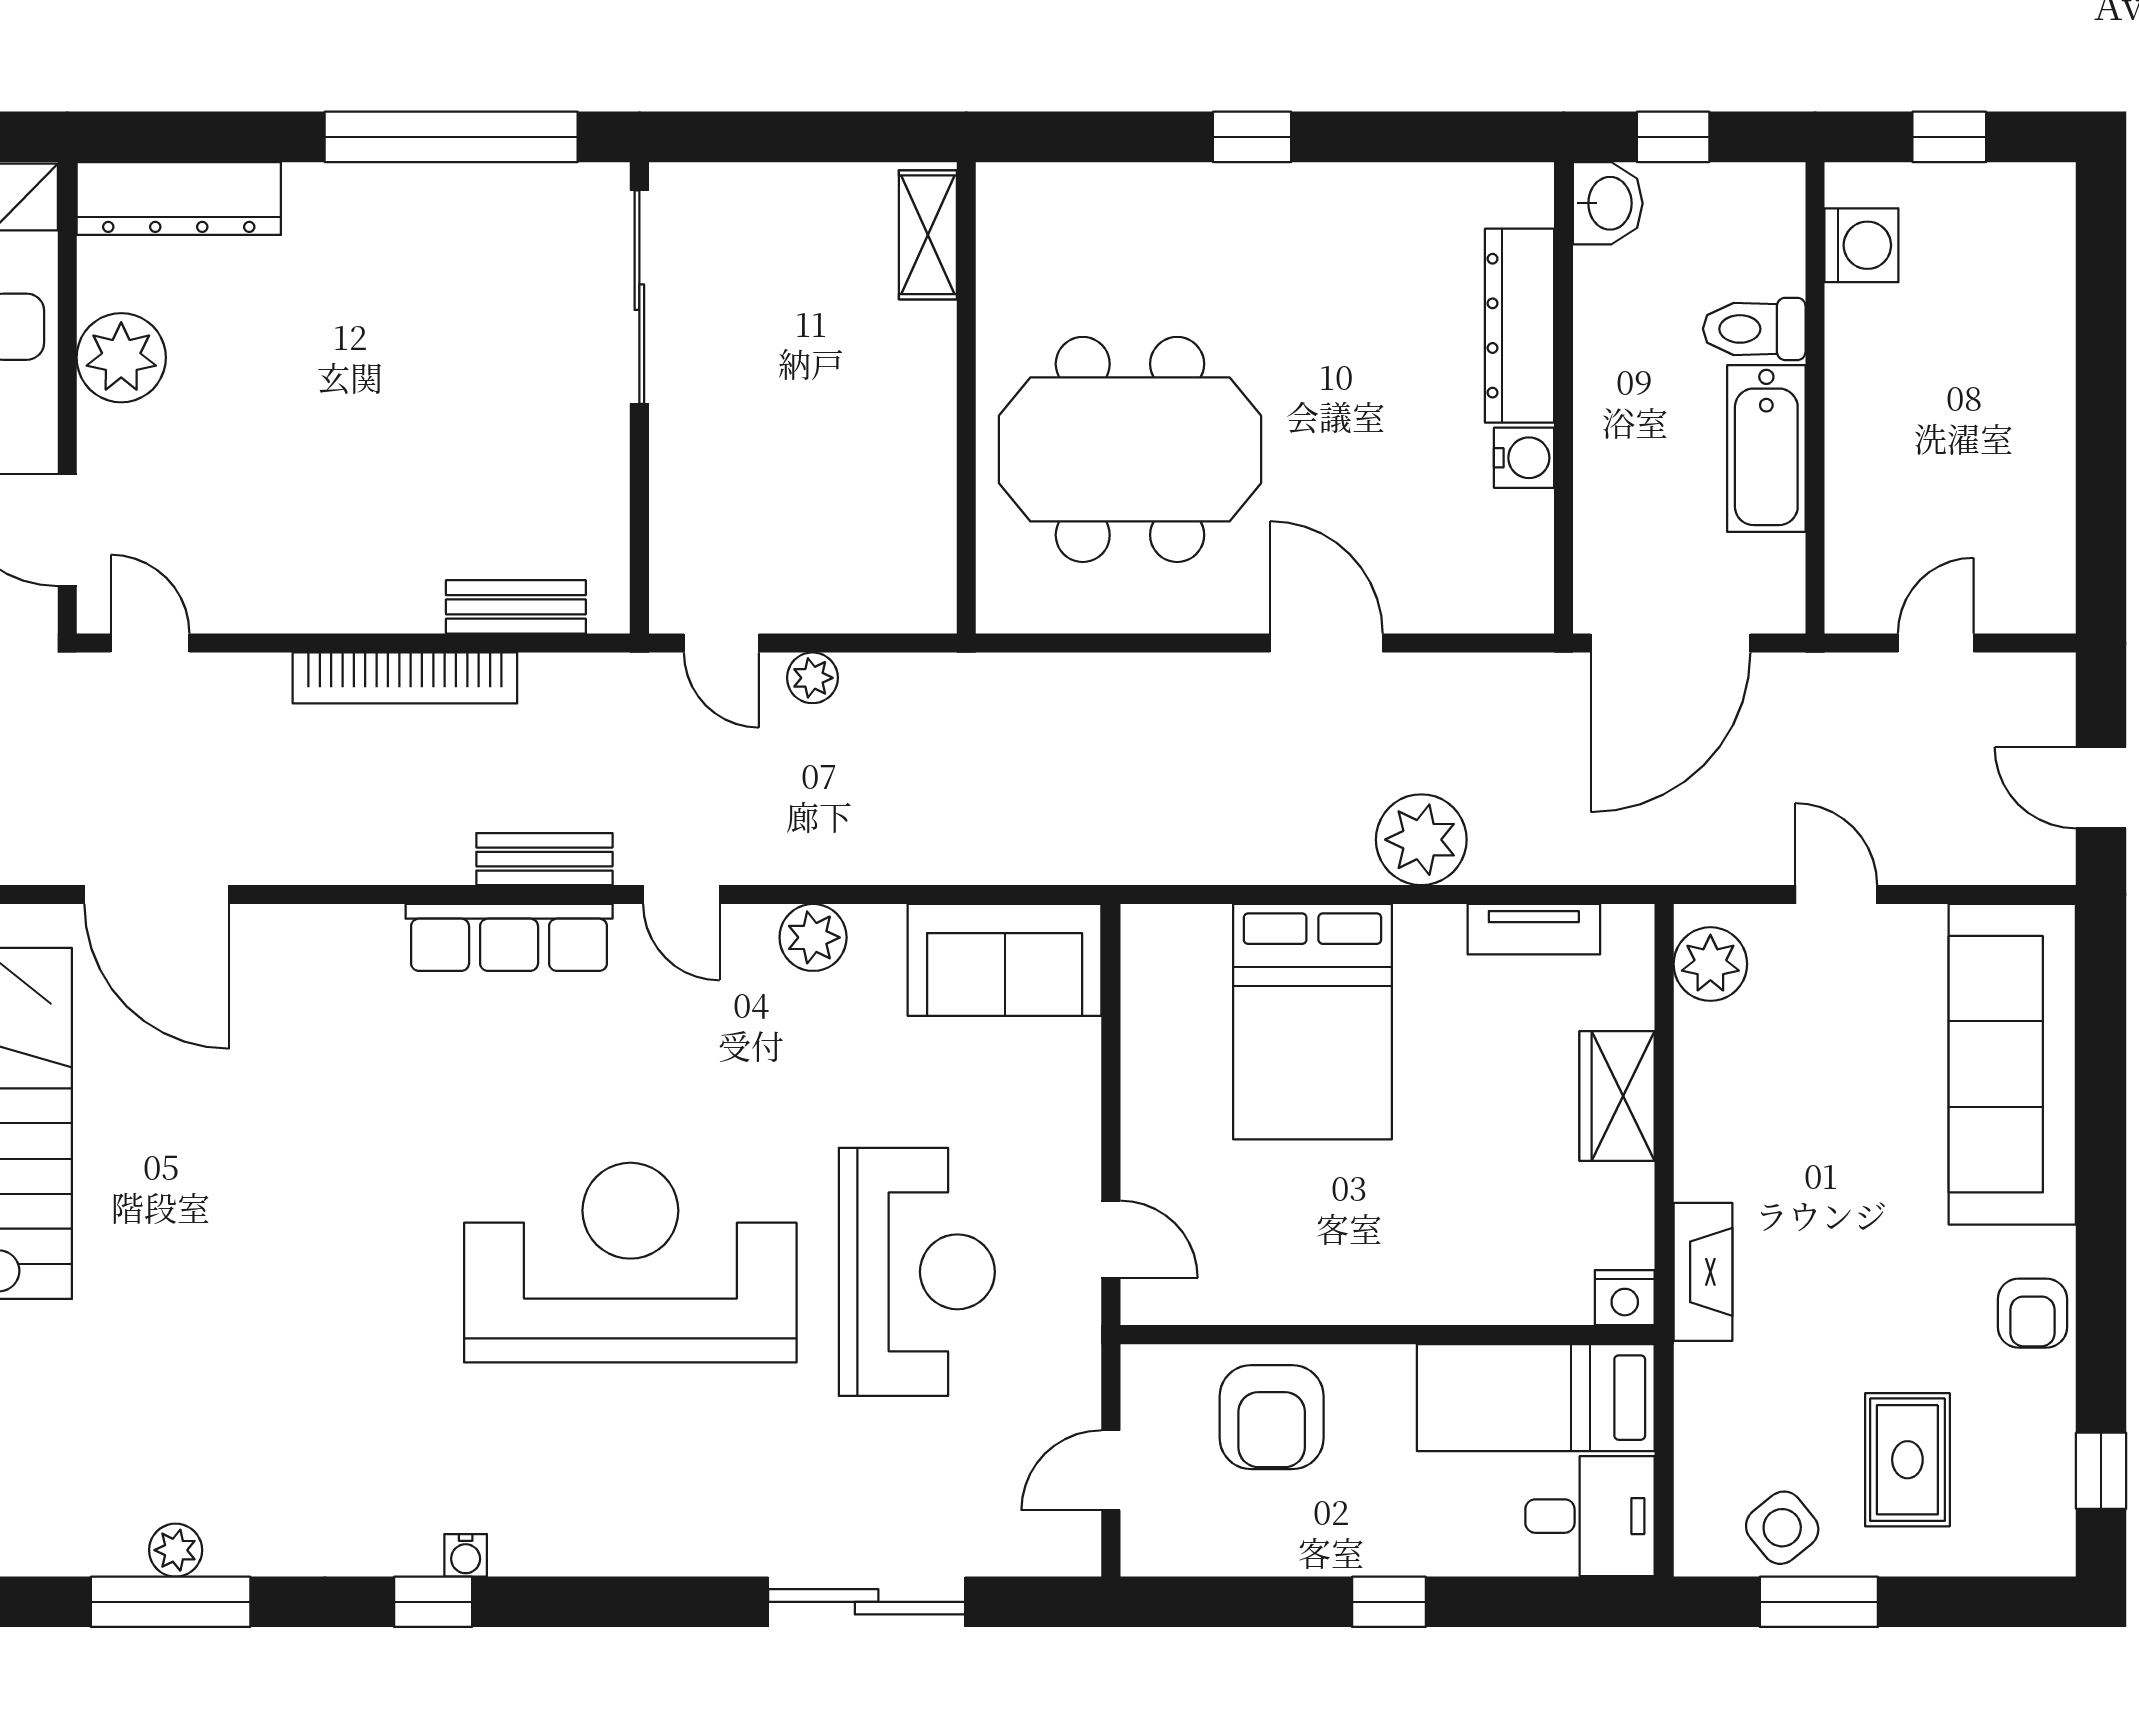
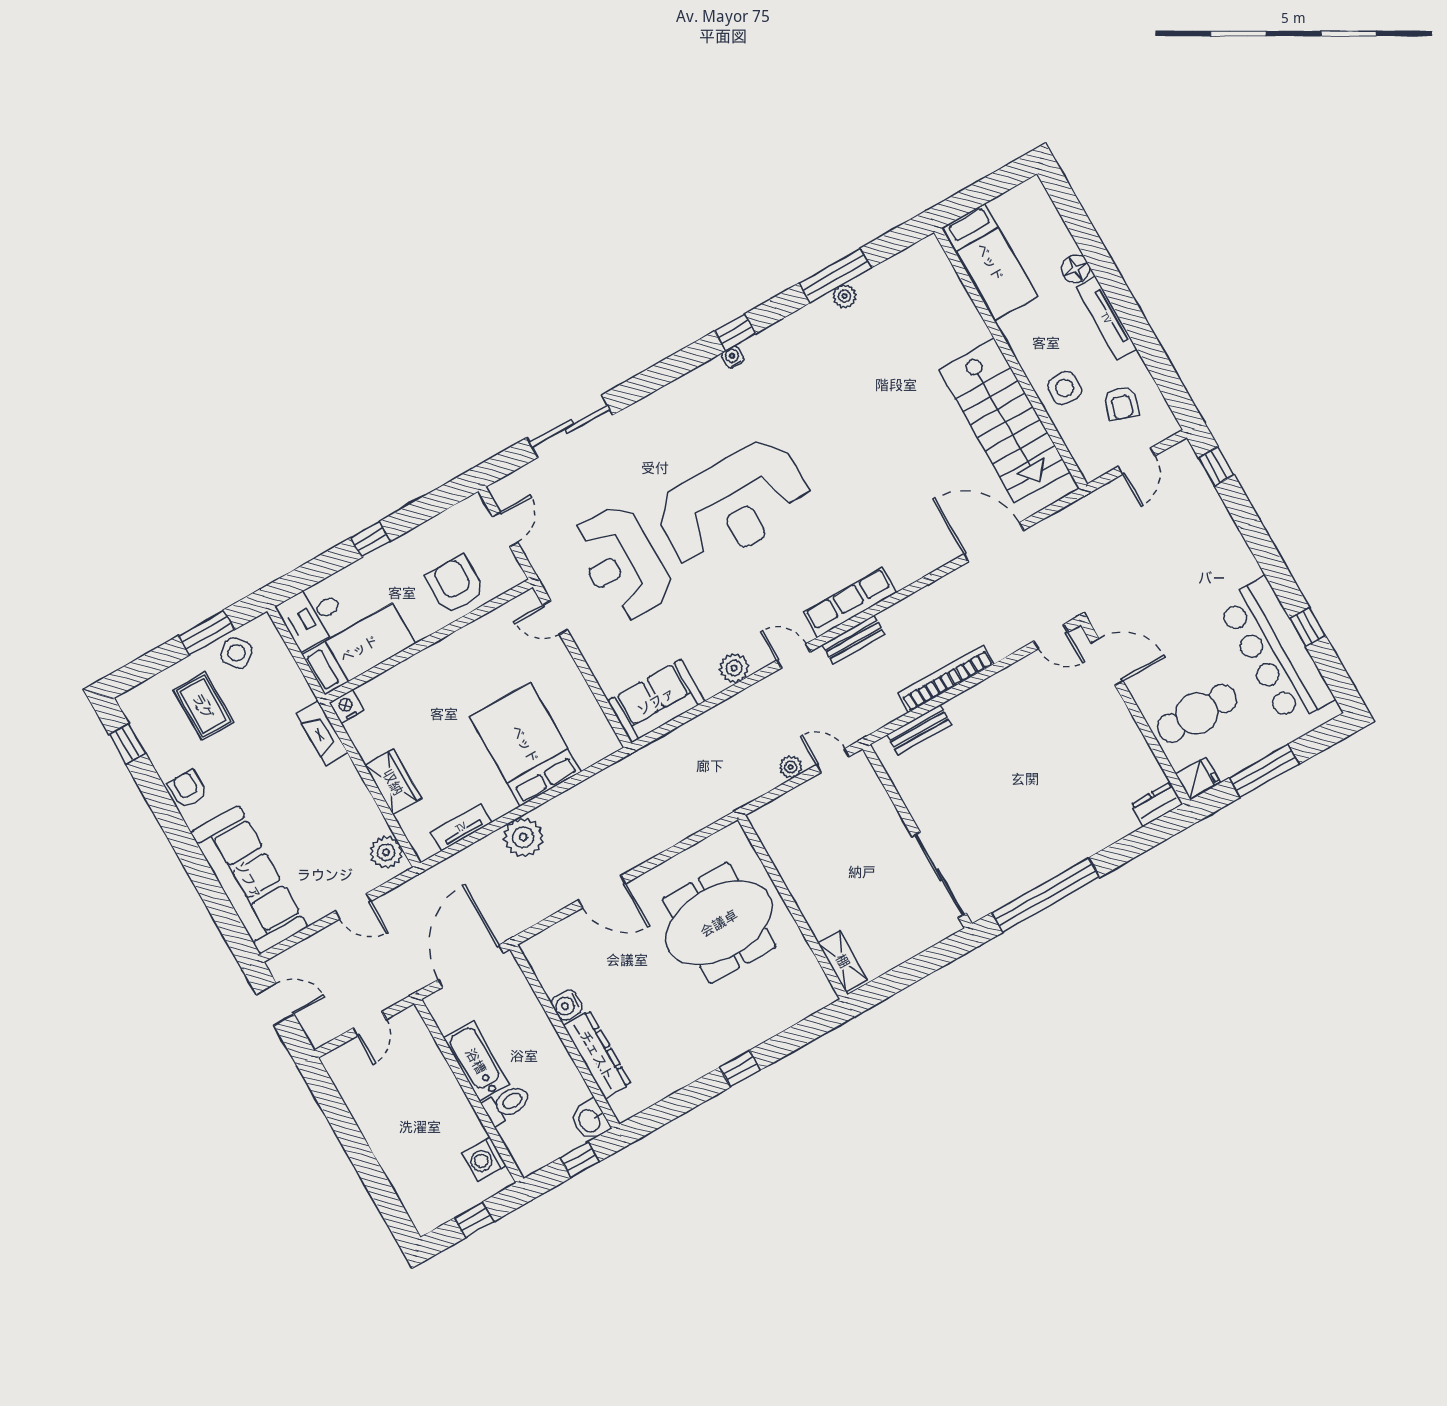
dresser: (179, 198) -> (1157, 804), width x0.51, depth x0.80
plant: (121, 358) -> (1124, 739), removed

